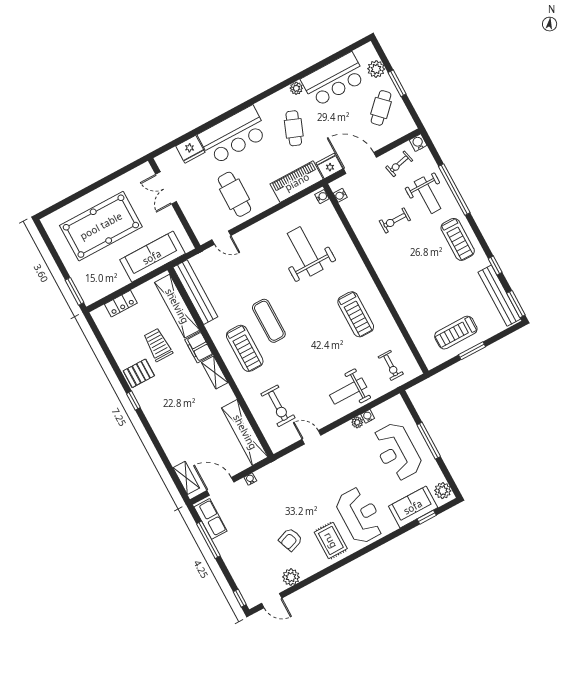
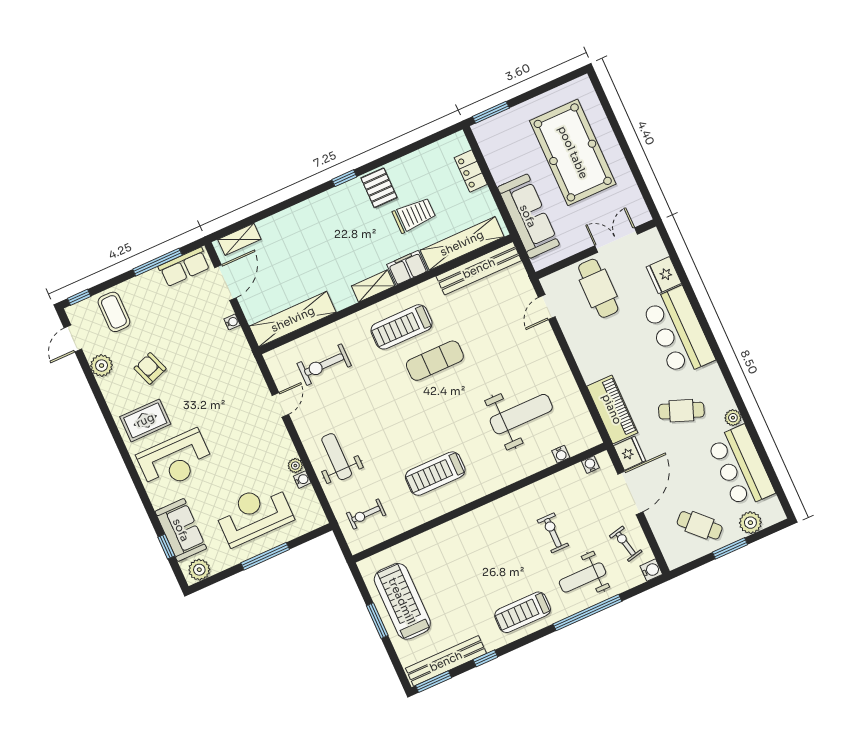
cafe table: (234, 194) -> (598, 288), moved, turned 90
water cooler: (322, 197) -> (561, 454), moved
treadmill: (456, 333) -> (402, 601), width x1.37, depth x1.38
coffee table: (249, 570) -> (114, 312), added

